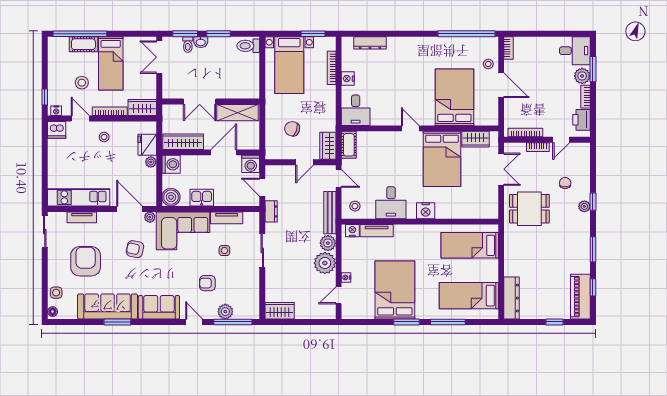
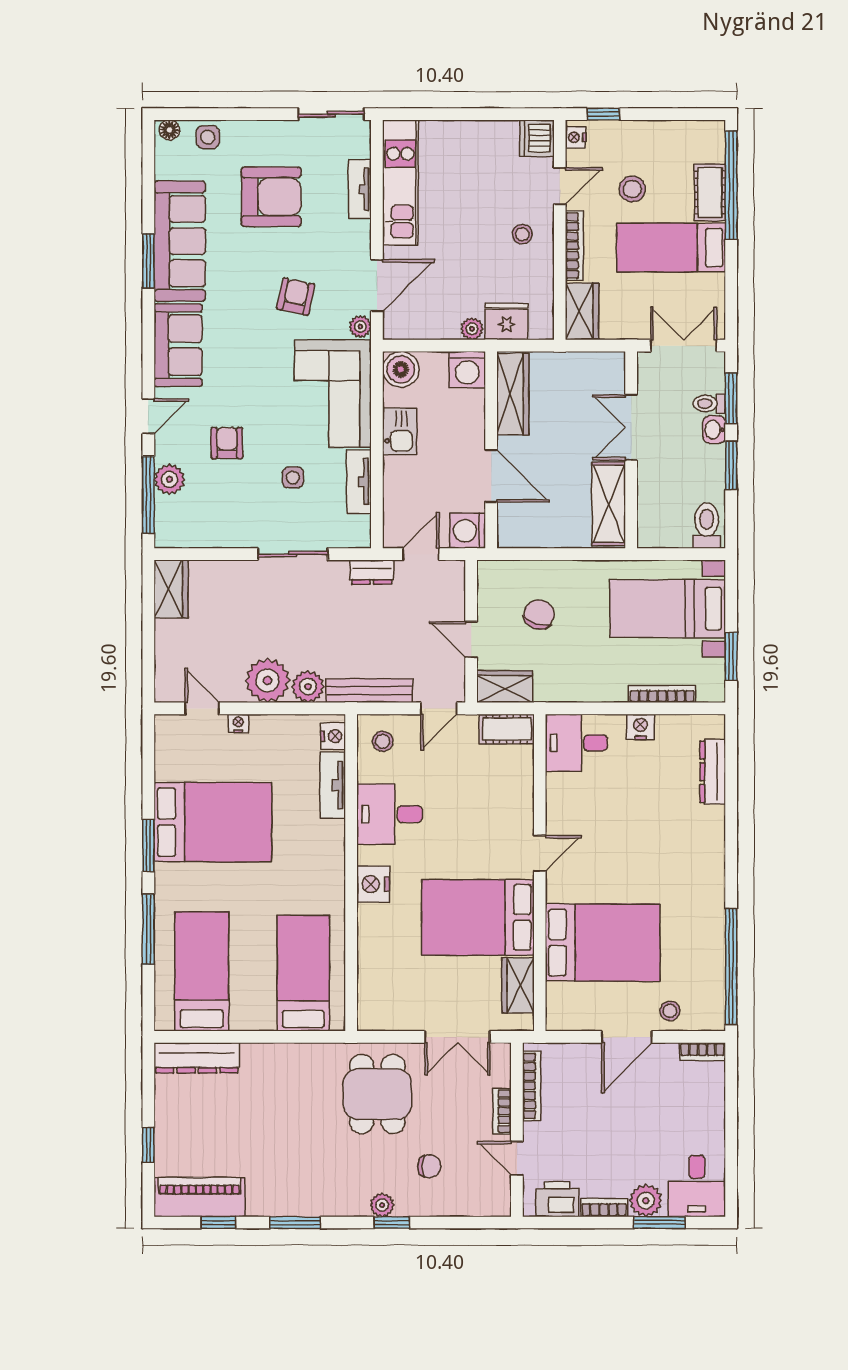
double door: (200, 102) -> (631, 427), moved
wall: (211, 102) -> (631, 450), moved
shelving: (237, 113) -> (609, 504), moved

